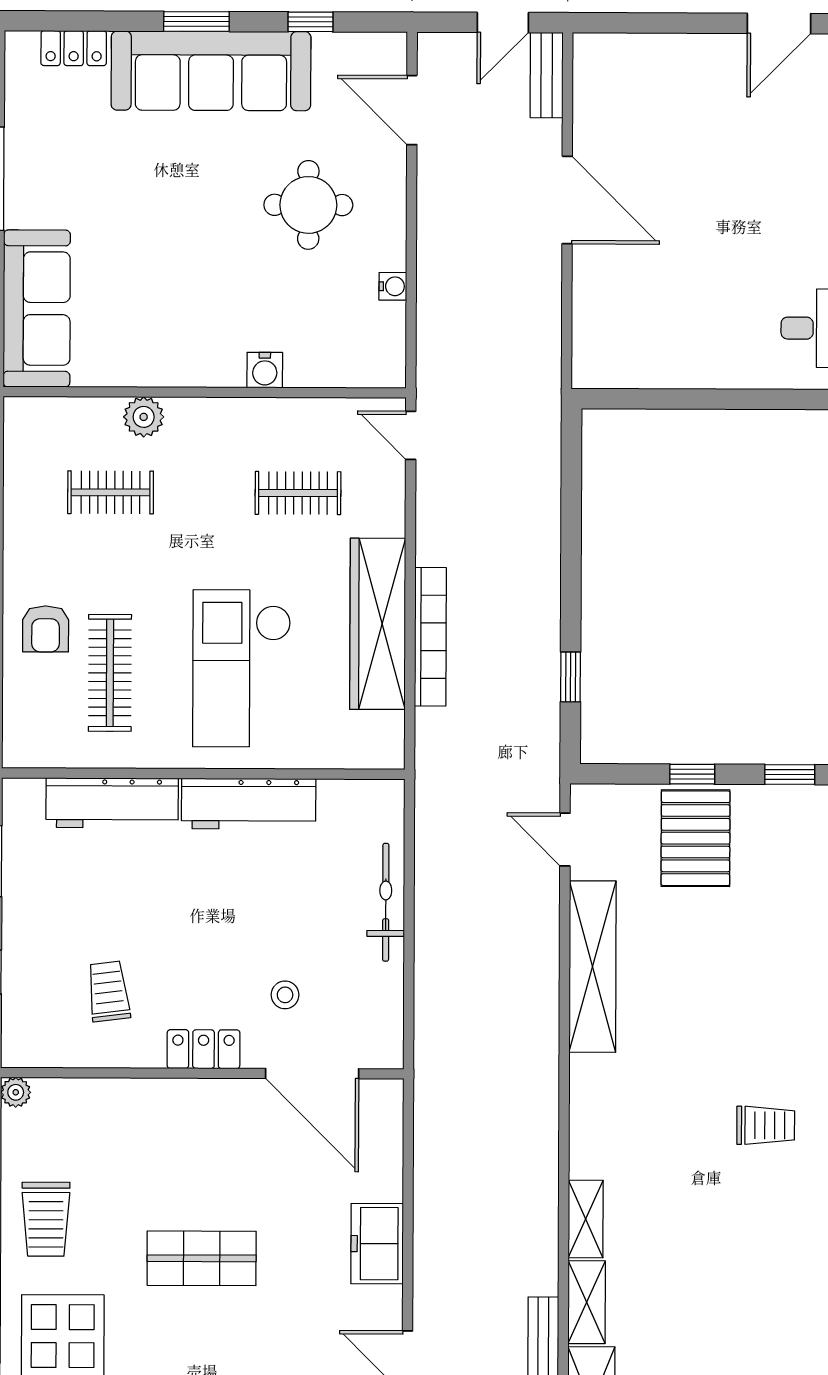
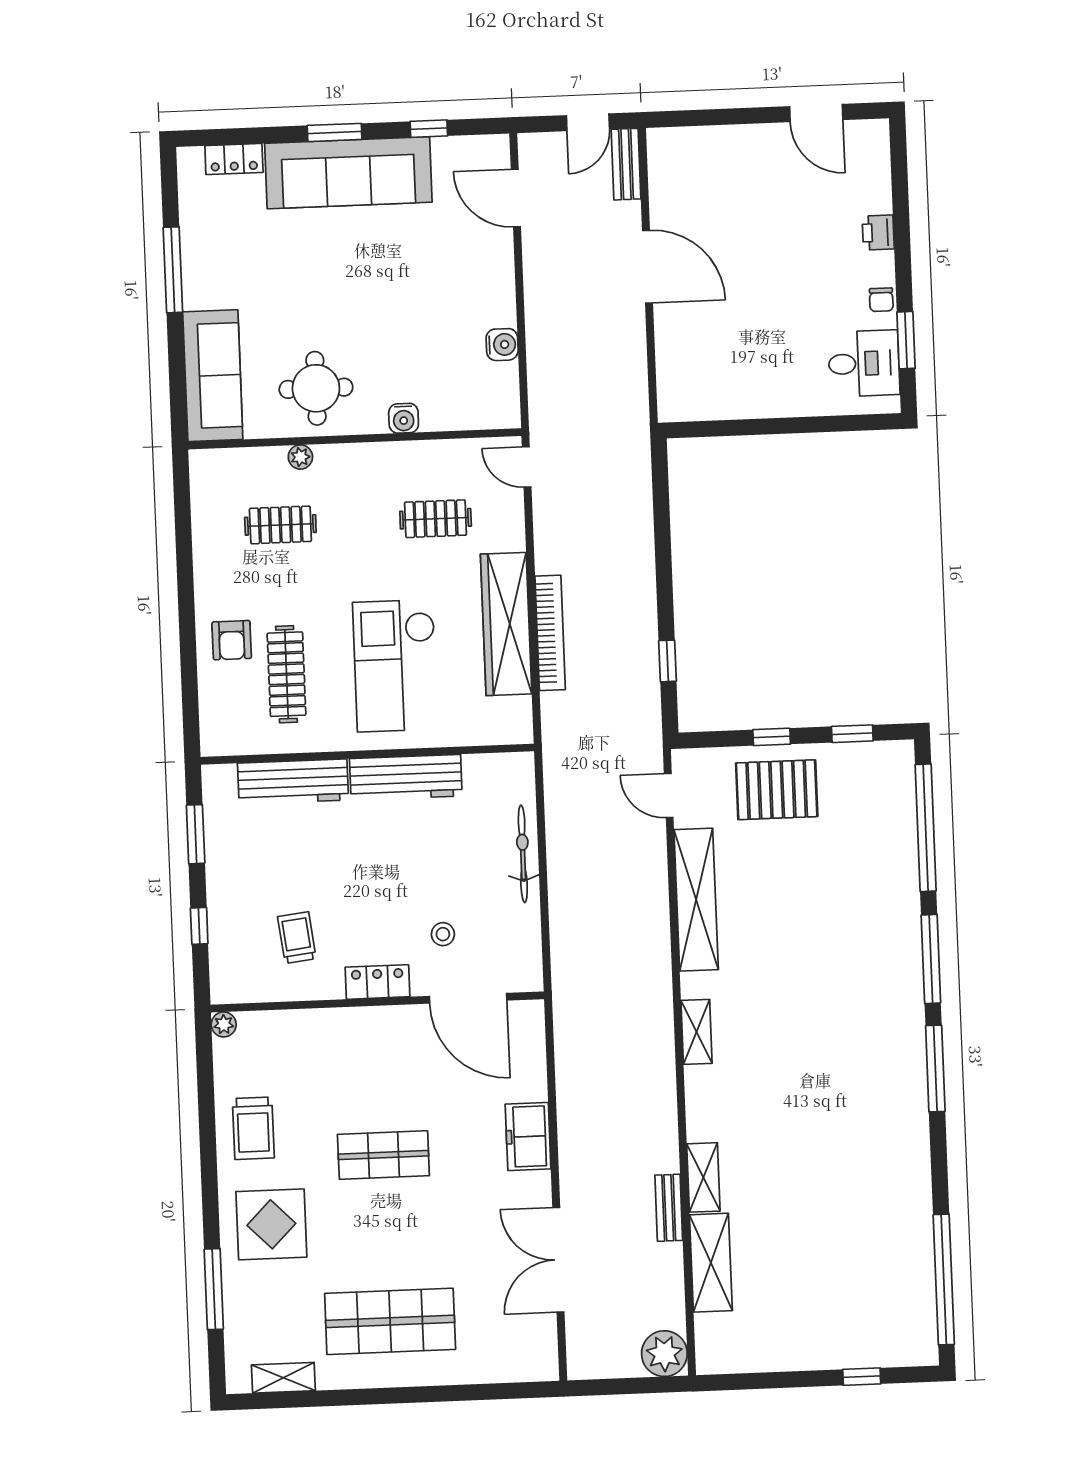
door: (779, 23) -> (816, 113), hinge flipped
round table: (308, 205) -> (316, 388), moved
water cooler: (393, 286) -> (502, 345), width x1.38, depth x1.38
plant: (144, 417) -> (300, 457), width x0.73, depth x0.73
pallet: (696, 838) -> (777, 790), turned 90
trolley: (766, 1125) -> (845, 1025), removed
shelving: (586, 1219) -> (697, 1032), moved

